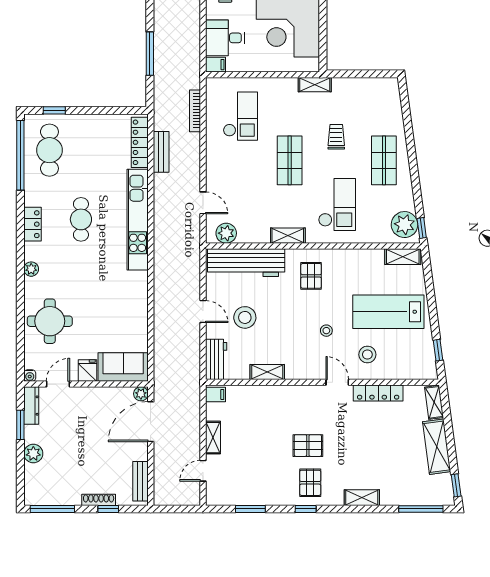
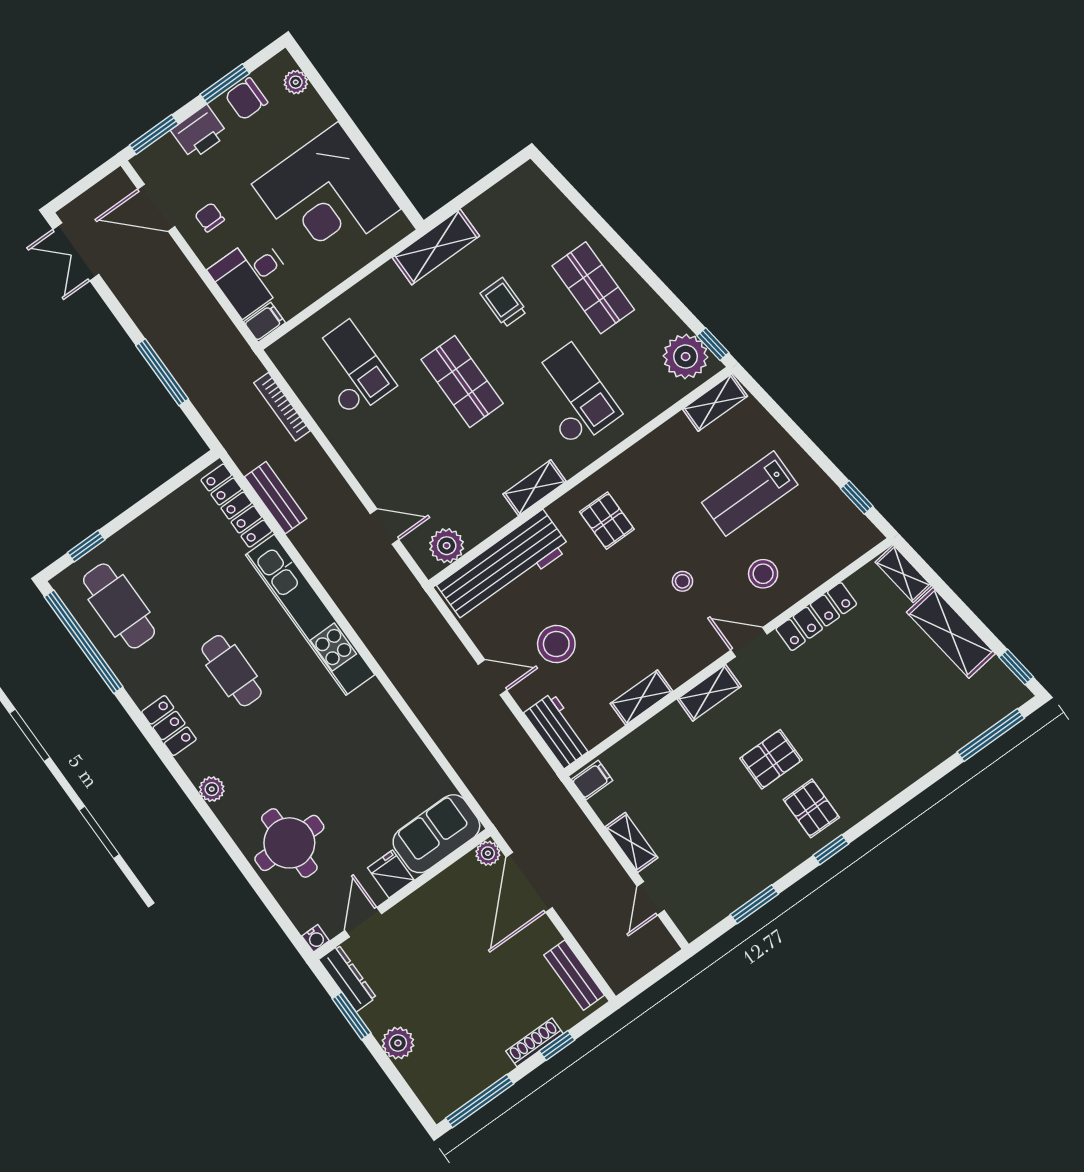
shelving: (315, 85) -> (436, 247), width x1.50, depth x1.33
lab bench: (388, 312) -> (750, 494), width x0.73, depth x0.72
shelving: (362, 498) -> (709, 693), moved

